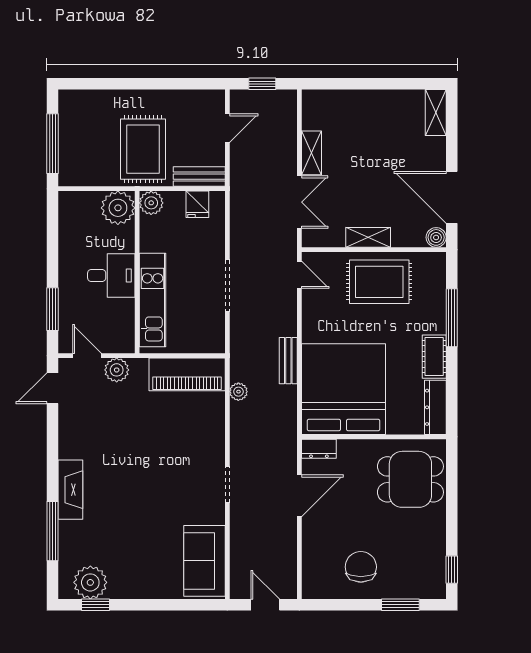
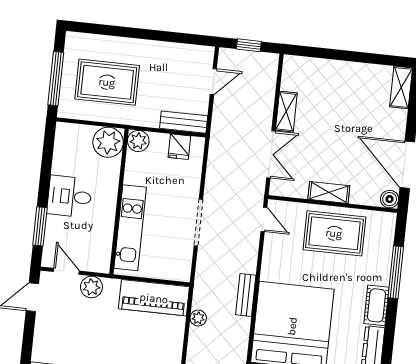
rug: (143, 149) -> (107, 82), moved, turned 90
desk: (111, 276) -> (70, 196), moved, turned 180

